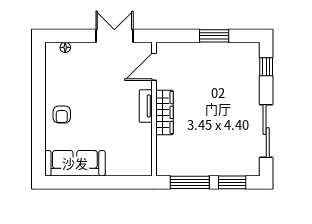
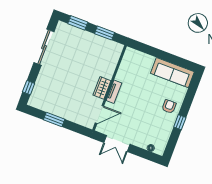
window: (39, 98) -> (180, 122), added
wardrobe: (164, 112) -> (102, 88), width x0.67
window: (190, 182) -> (105, 33), width x0.69

